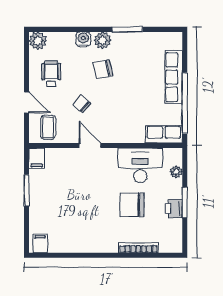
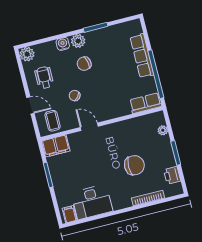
filing cabinet: (37, 158) -> (56, 146), width x2.00
desk: (140, 165) -> (92, 202), moved, turned 180
chair: (132, 205) -> (134, 165), turned 180
printer: (174, 208) -> (172, 175), moved

